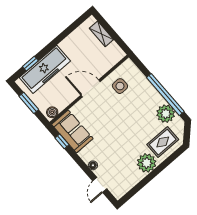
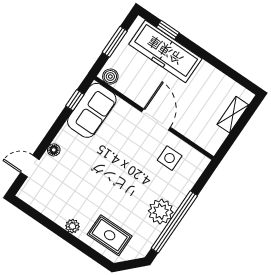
plant: (166, 114) -> (161, 212), moved
plant: (147, 163) -> (72, 226), width x0.53, depth x0.53

